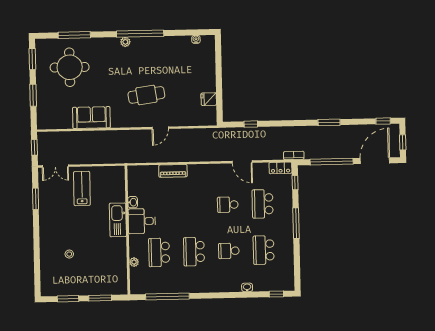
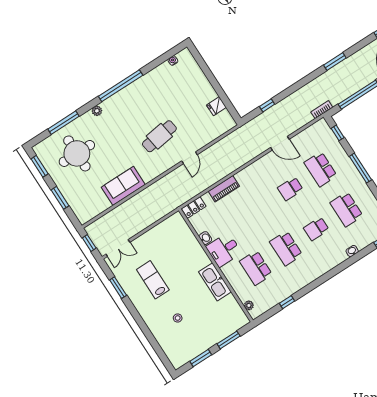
plant: (125, 42) -> (97, 111), moved
locker: (280, 168) -> (194, 207), moved
lab bench: (82, 189) -> (153, 280), moved
kitchen sink: (118, 220) -> (215, 282), moved
plant: (134, 262) -> (249, 305), moved
window: (167, 296) -> (287, 302), width x0.32

